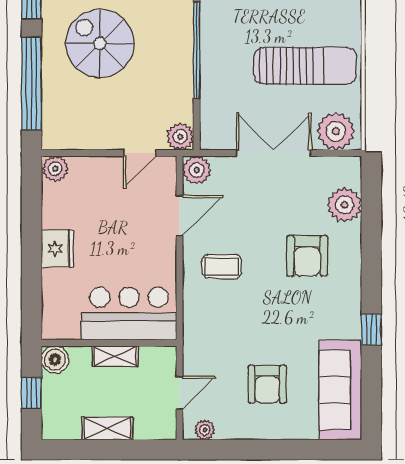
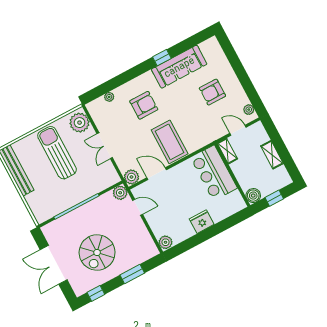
window: (32, 84) -> (132, 274), width x0.47
double door: (274, 153) -> (105, 146), width x0.73
plant: (345, 205) -> (109, 97), width x0.53, depth x0.53
coffee table: (222, 266) -> (170, 142), width x1.86, depth x1.72
shelving: (115, 356) -> (227, 151), moved
armchair: (267, 384) -> (212, 92), turned 180
sofa: (340, 390) -> (179, 67), moved

